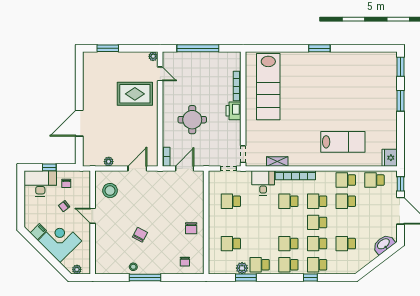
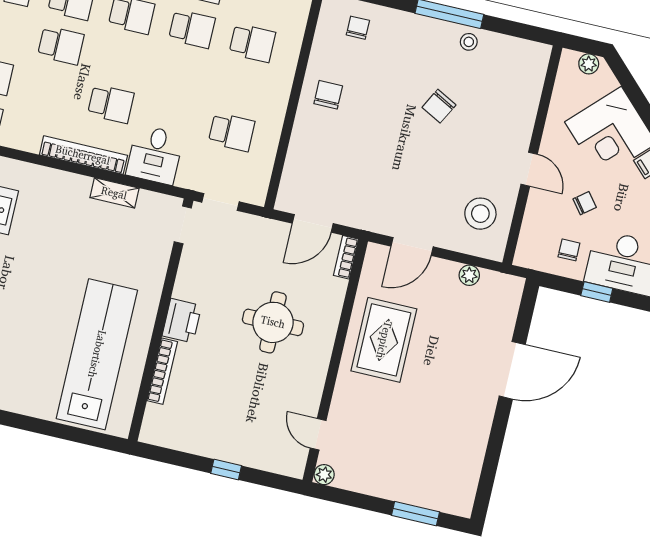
window: (198, 48) -> (226, 470), width x0.32
rug: (135, 94) -> (384, 340), moved, turned 90
school desk: (317, 201) -> (192, 29), moved

